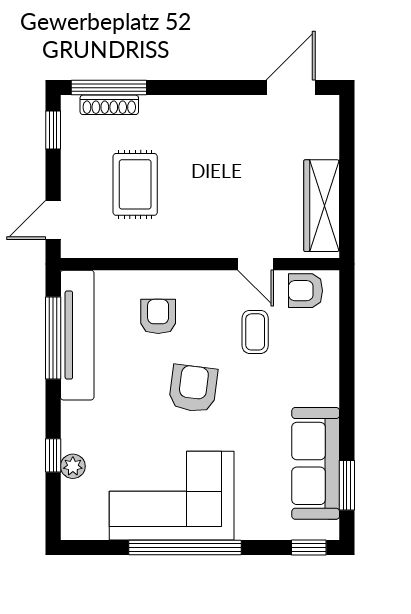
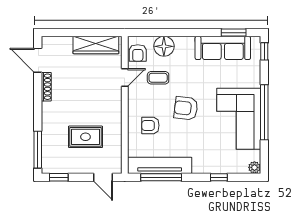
shoe rack: (109, 105) -> (46, 87), moved
floor lamp: (319, 344) -> (164, 46), added
plant: (73, 466) -> (254, 167), moved

